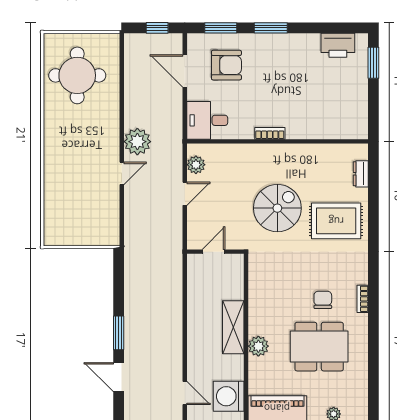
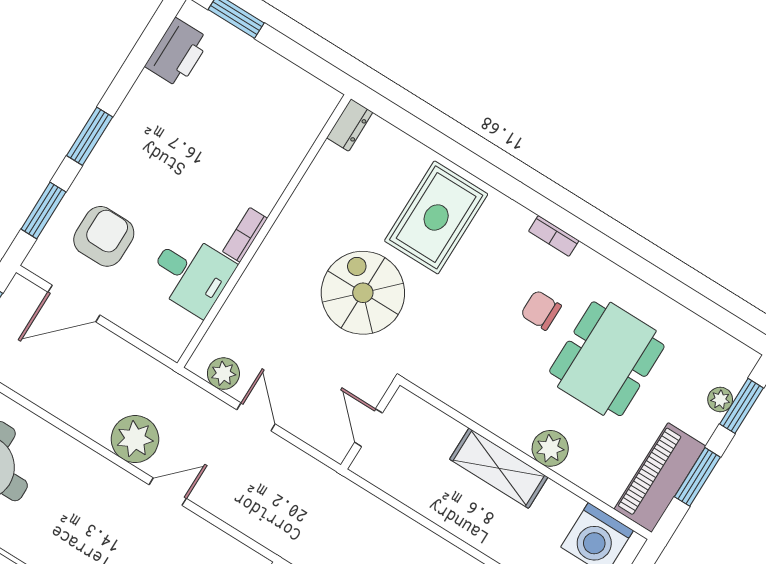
desk: (207, 120) -> (191, 274), moved, turned -90
door: (122, 173) -> (168, 492), hinge flipped
dresser: (361, 174) -> (350, 125), moved, turned -90
bookcase: (363, 299) -> (554, 236), moved

